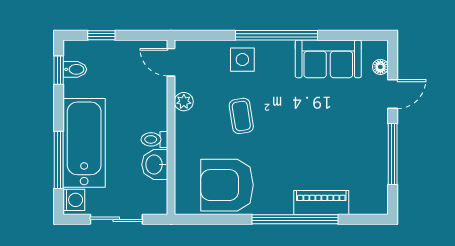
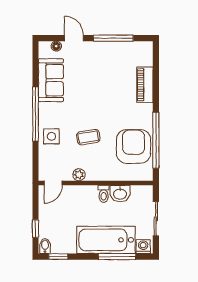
bidet: (75, 69) -> (45, 246), moved
armchair: (227, 185) -> (133, 146), turned 180
window: (295, 219) -> (156, 140), moved

